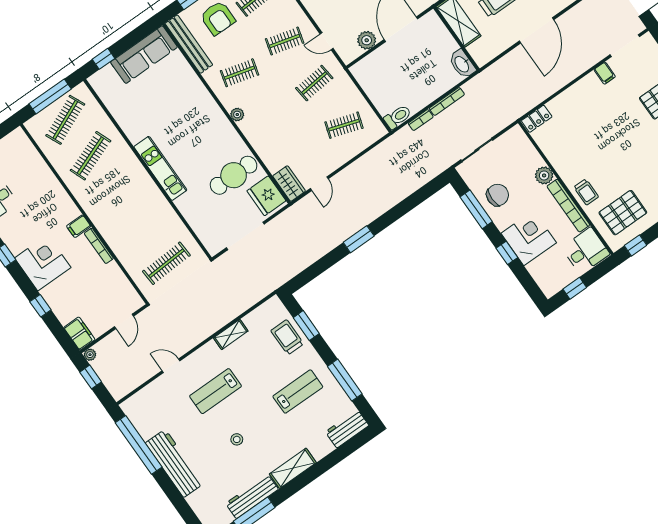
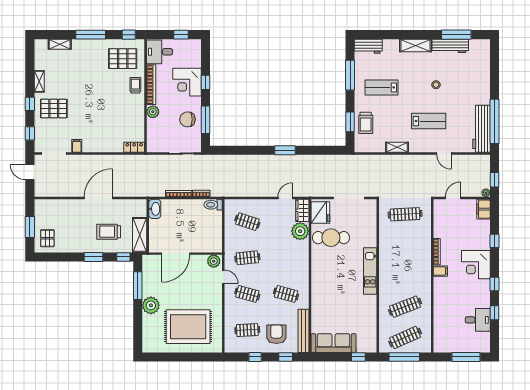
plant: (367, 40) -> (214, 261), moved
plant: (237, 115) -> (300, 231), moved, width x1.87, depth x1.87
workbench: (174, 463) -> (481, 129), moved

